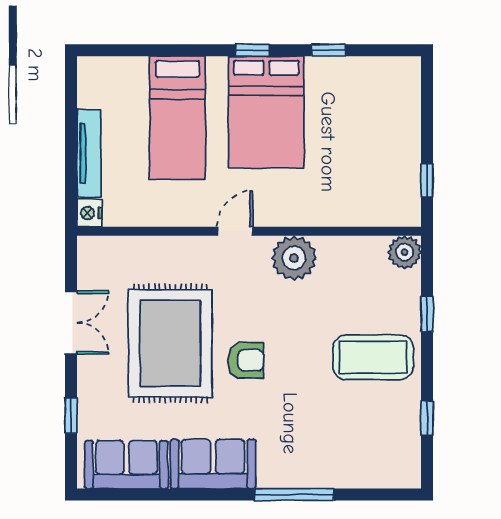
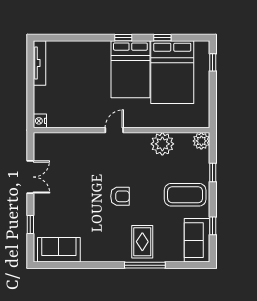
bed: (178, 118) -> (172, 72), moved, width x1.50
tv unit: (89, 153) -> (40, 63), moved
window: (427, 180) -> (213, 62), moved
plant: (294, 258) -> (162, 144), moved
rug: (170, 343) -> (142, 242), moved, width x0.54, depth x0.49
sofa: (213, 464) -> (197, 240), moved, turned -90

